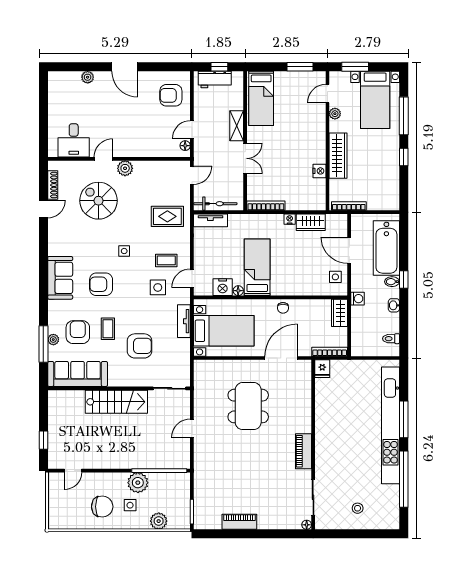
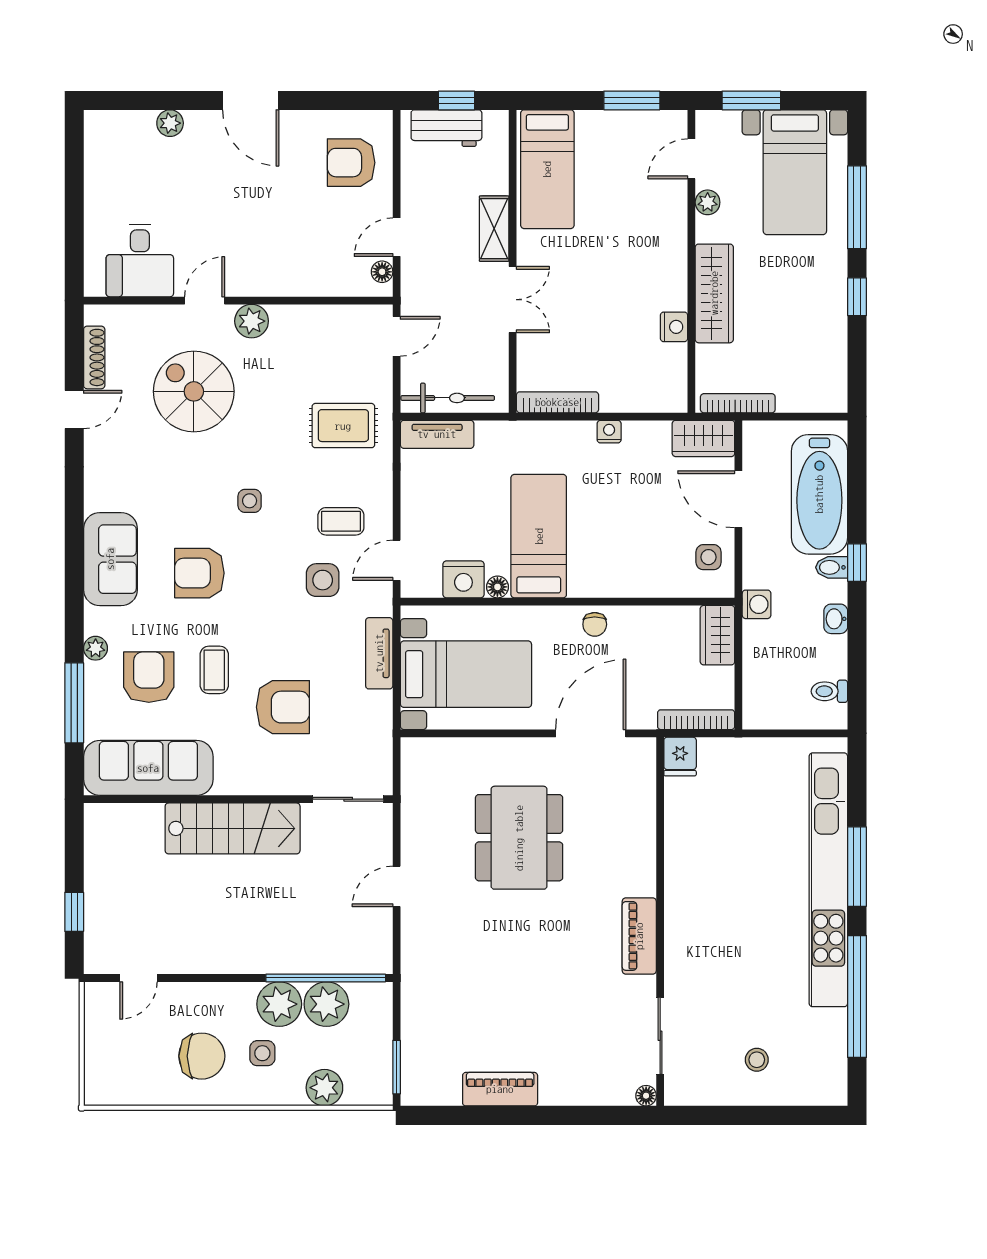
wardrobe: (311, 222) -> (703, 438), moved
plant: (53, 340) -> (96, 648), moved
plant: (160, 483) -> (326, 1004), added

